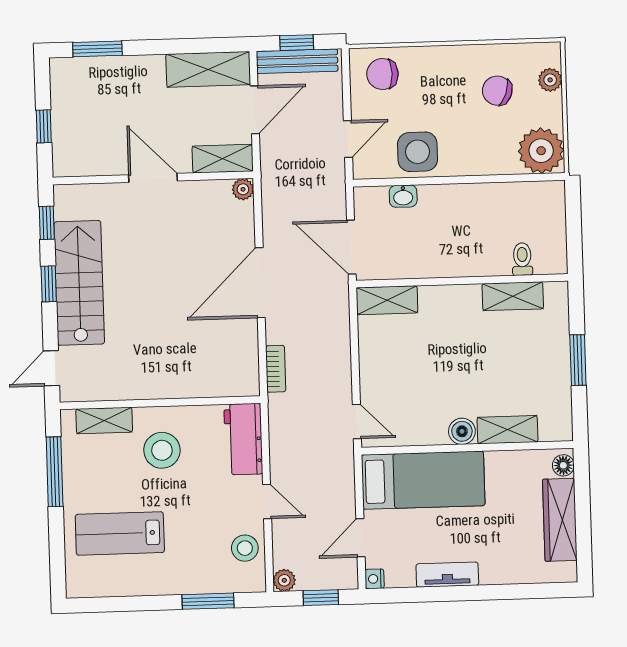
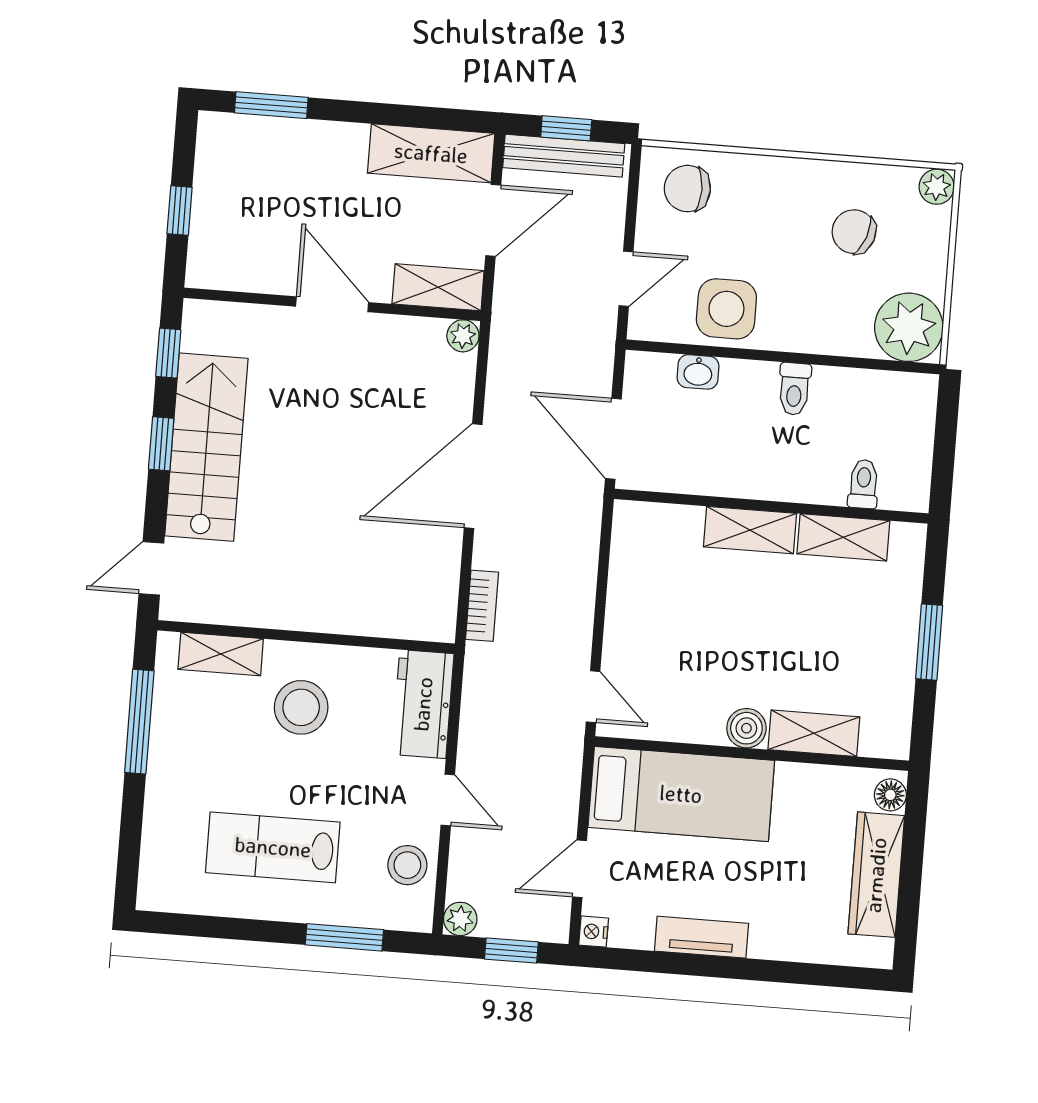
plant: (550, 80) -> (937, 187), moved
toilet: (469, 200) -> (794, 389), added
shelving: (387, 300) -> (750, 530), moved
lab bench: (120, 533) -> (273, 847), moved

